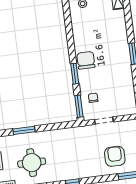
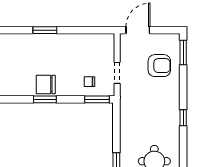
window: (75, 74) -> (45, 99), moved
armchair: (115, 156) -> (159, 66), turned 180

